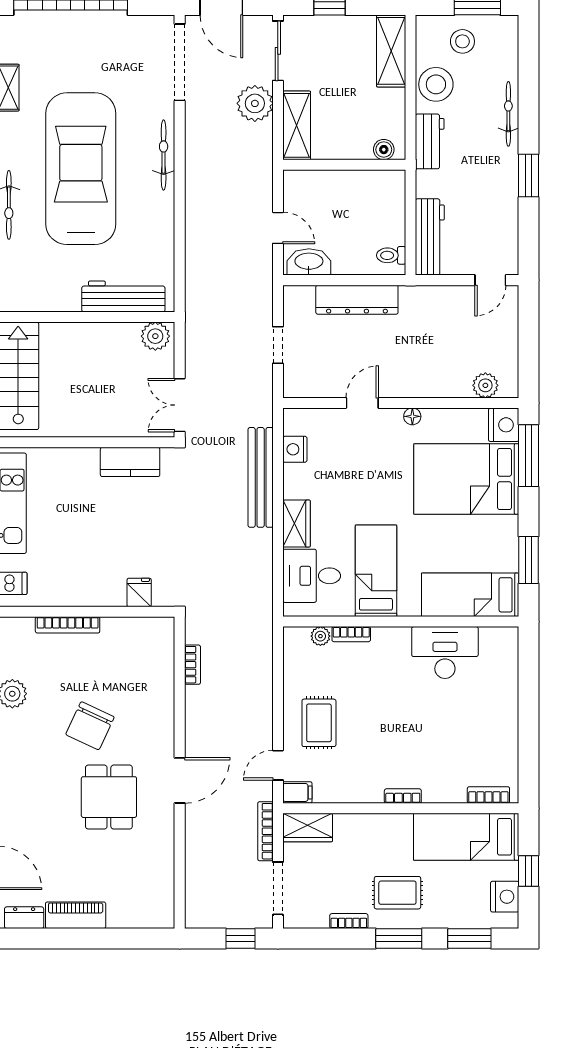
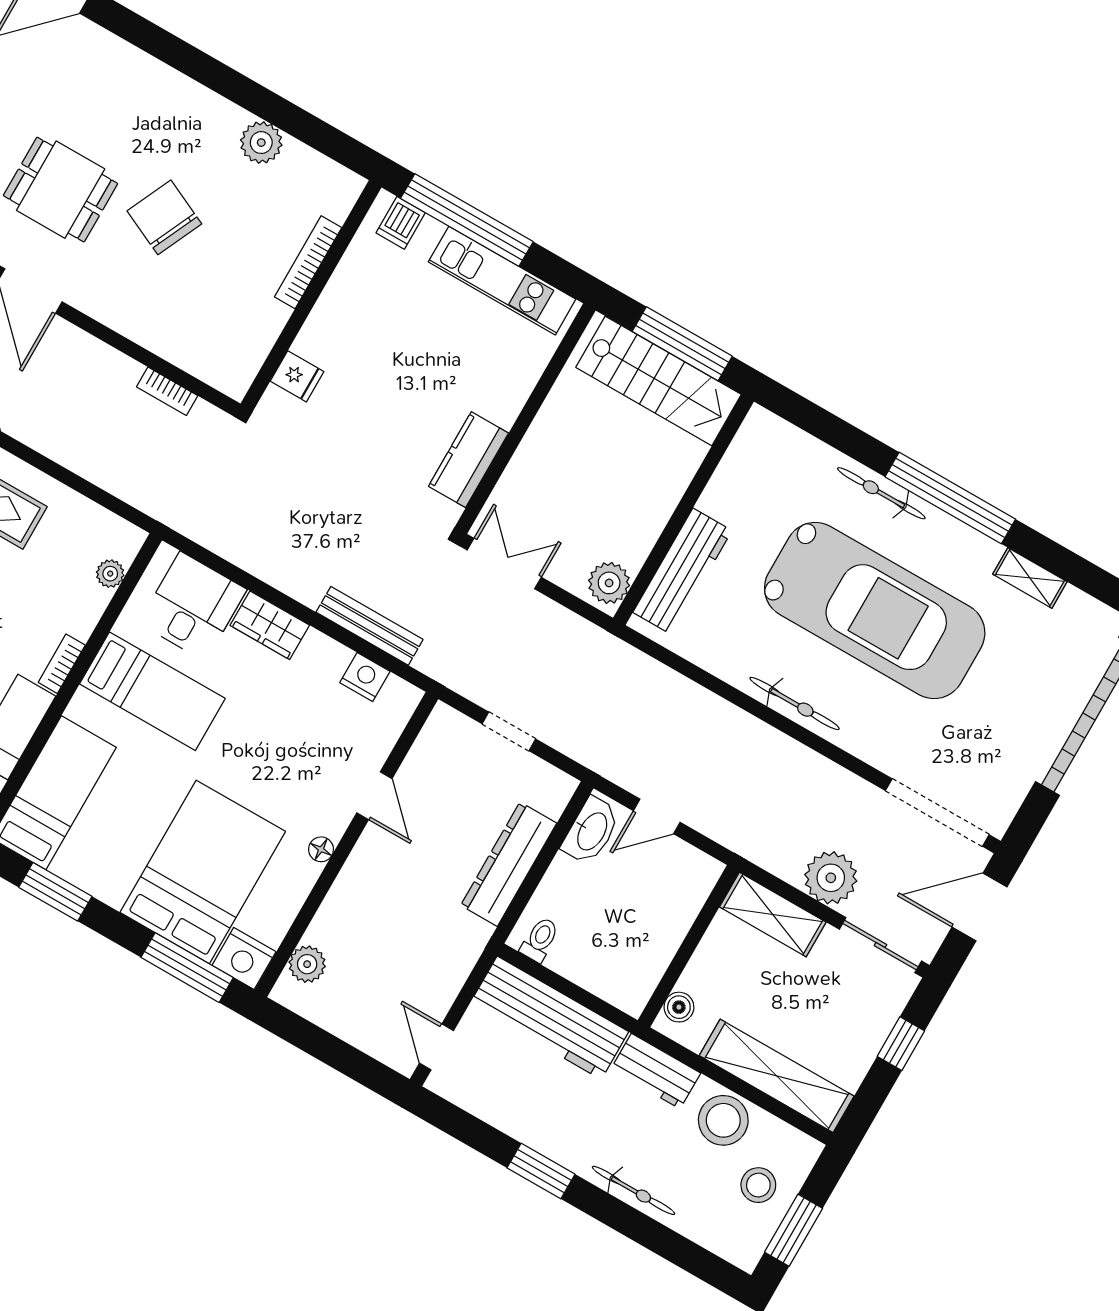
shelving: (391, 51) -> (777, 1076), width x1.47
bicycle: (164, 155) -> (795, 703), moved
workbench: (430, 237) -> (549, 1018), width x1.36, depth x1.32
bench: (261, 477) -> (370, 626), width x0.73, depth x0.82
bookcase: (351, 634) -> (62, 664), moved

